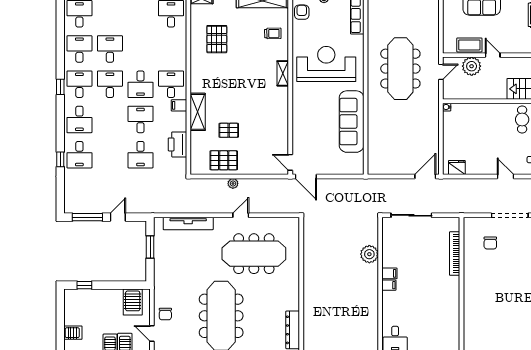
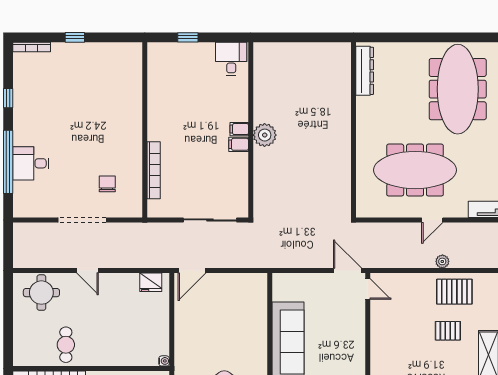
plant: (369, 254) -> (265, 135), moved

